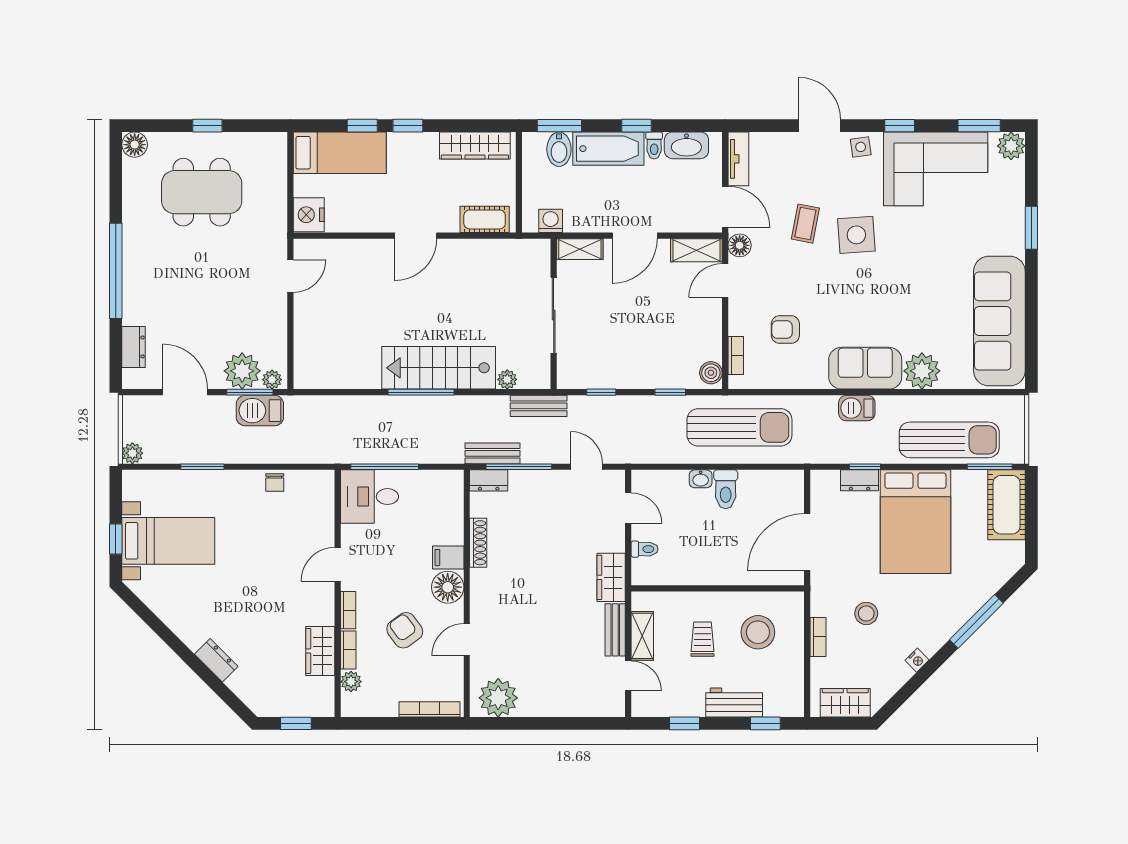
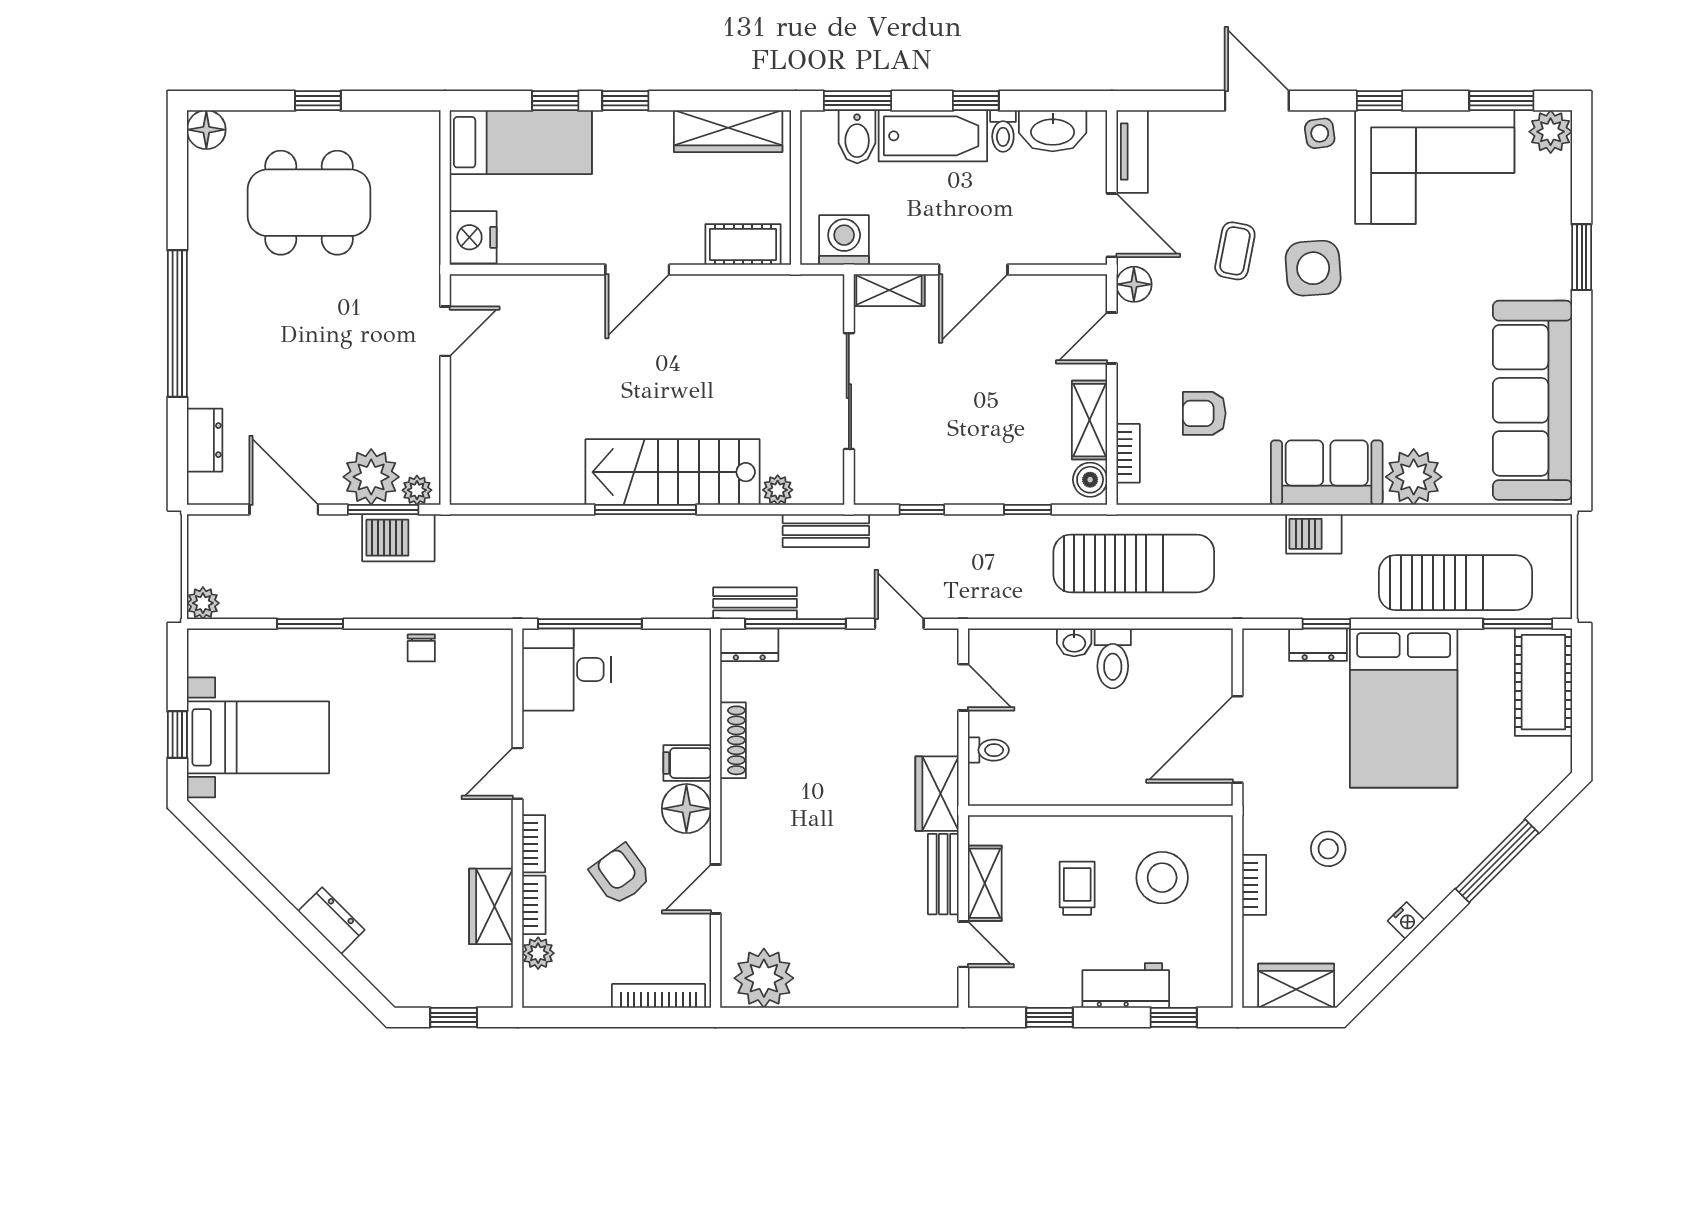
washing machine: (551, 221) -> (844, 240), width x1.38, depth x1.38
shelving: (696, 250) -> (1090, 420), moved, turned 90

